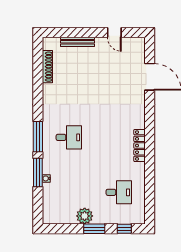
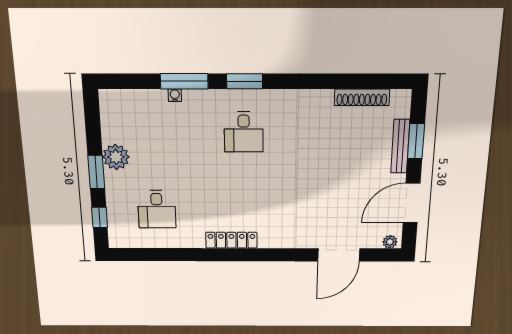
window: (74, 32) -> (416, 141), added
door: (114, 32) -> (412, 203), width x1.88
plant: (140, 45) -> (390, 242), added
window: (38, 137) -> (245, 81), width x0.69

